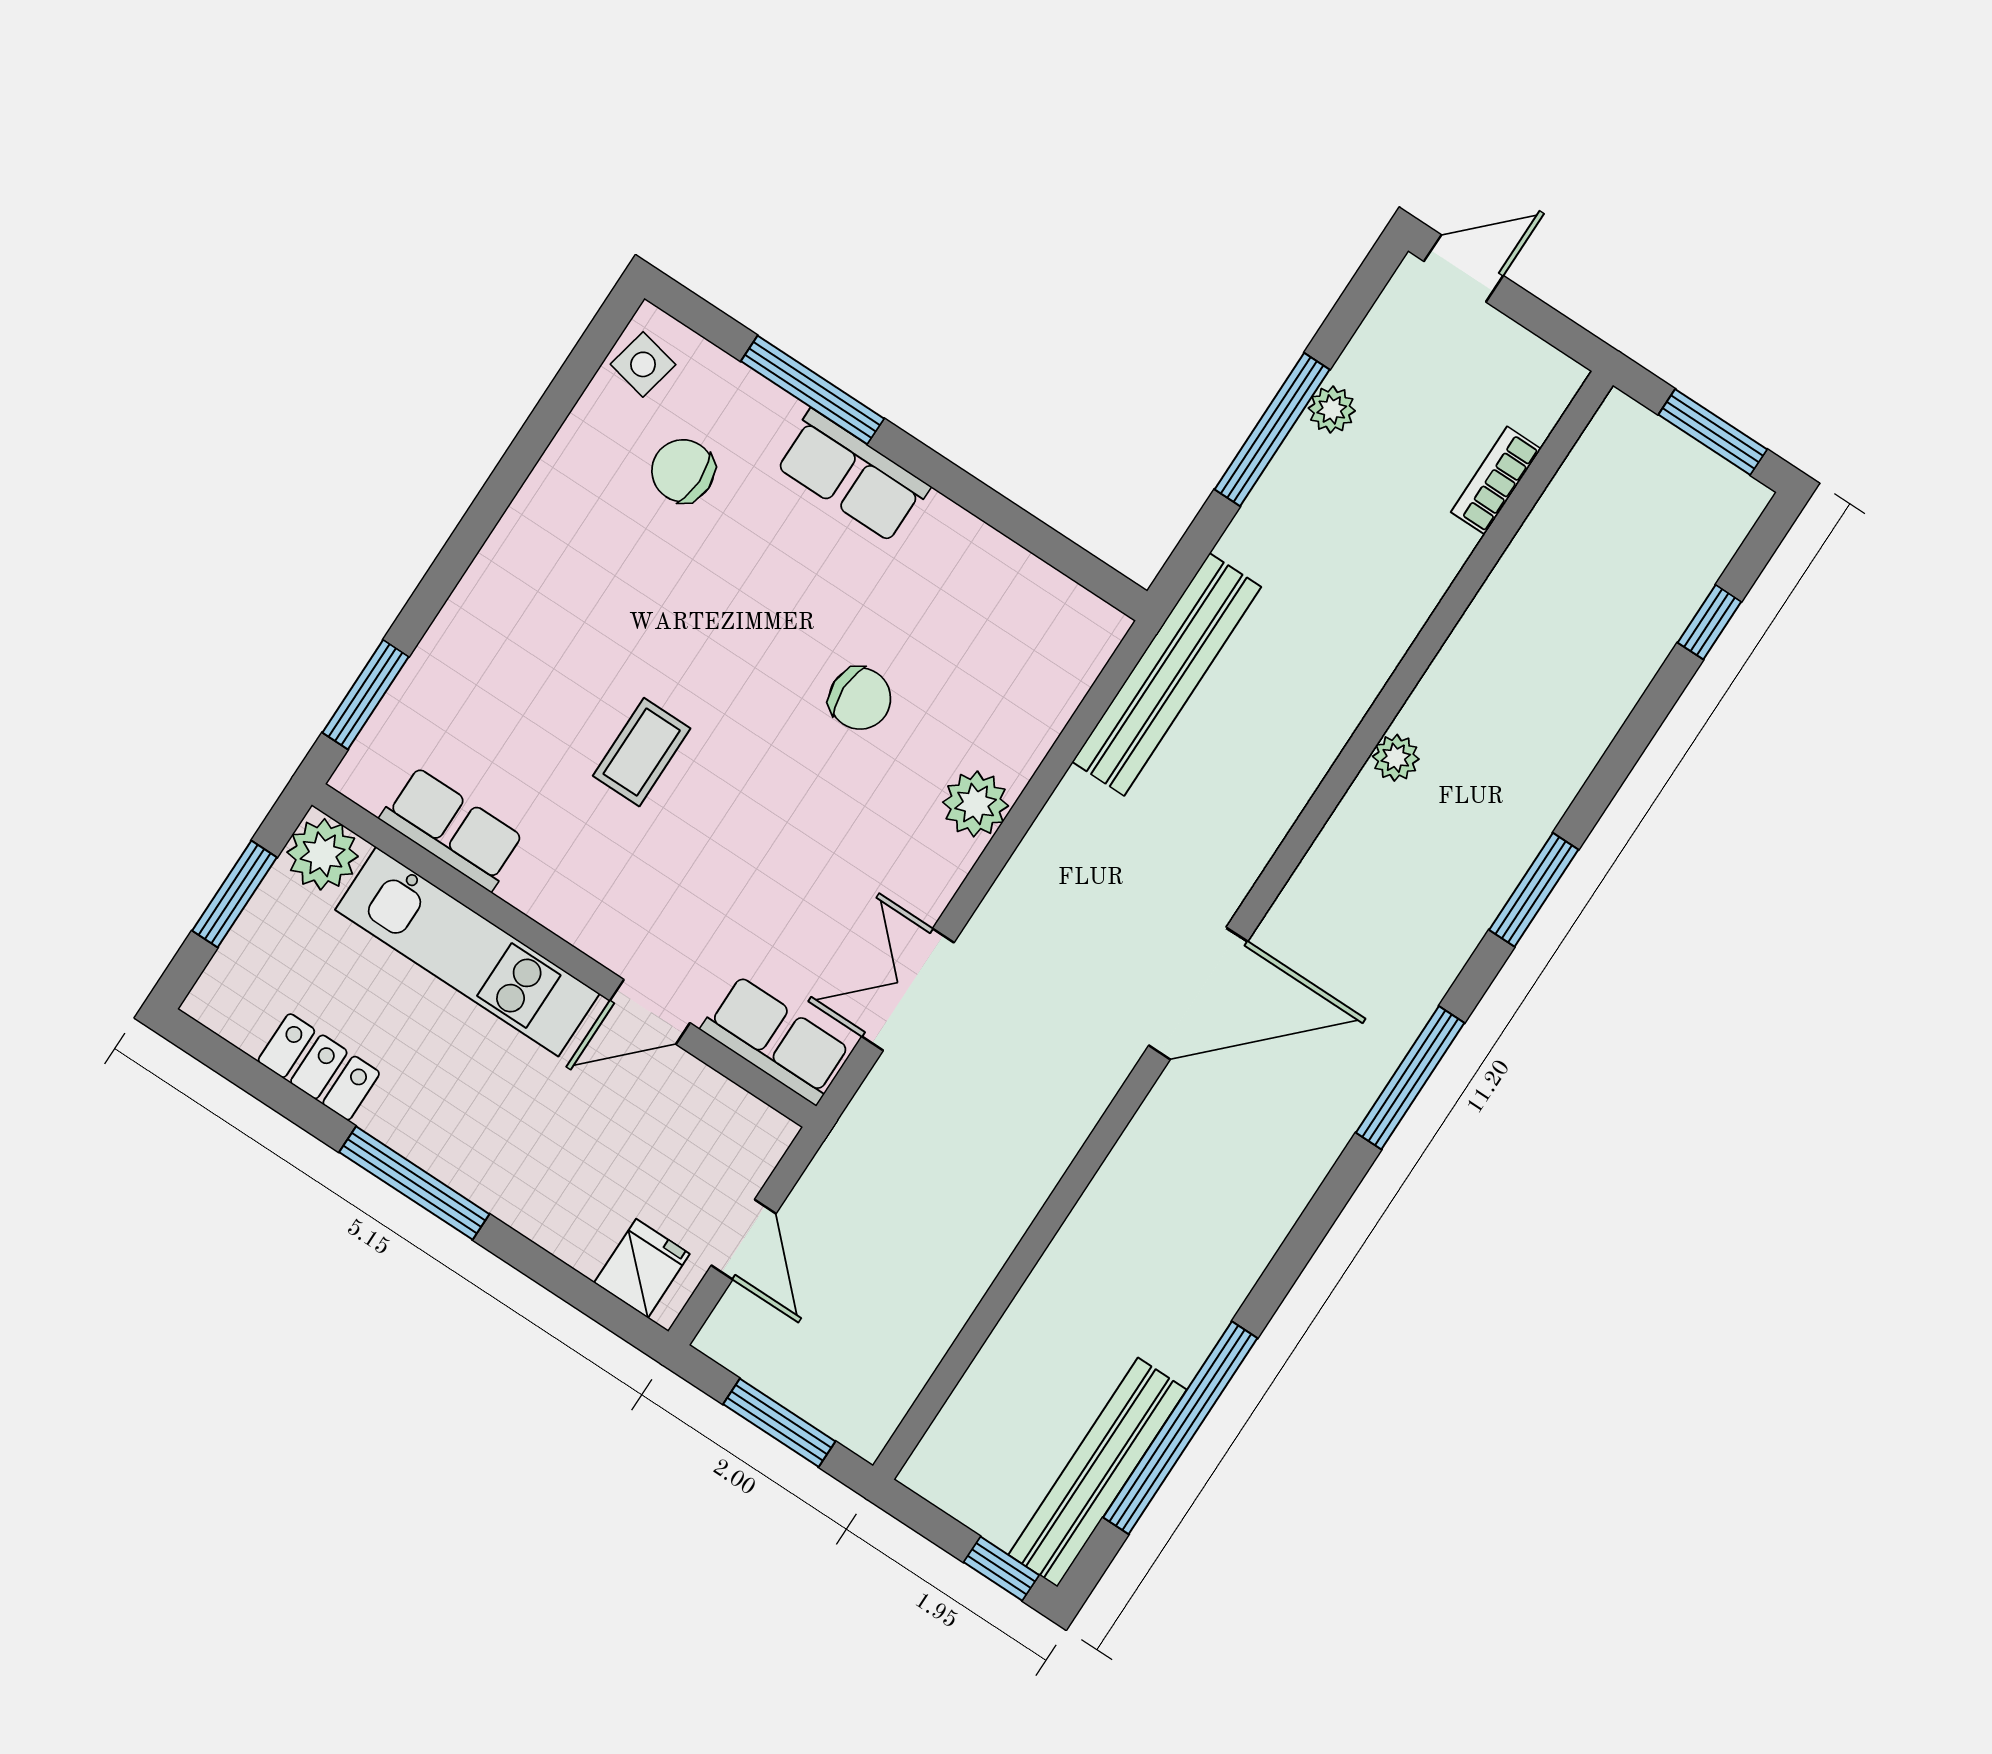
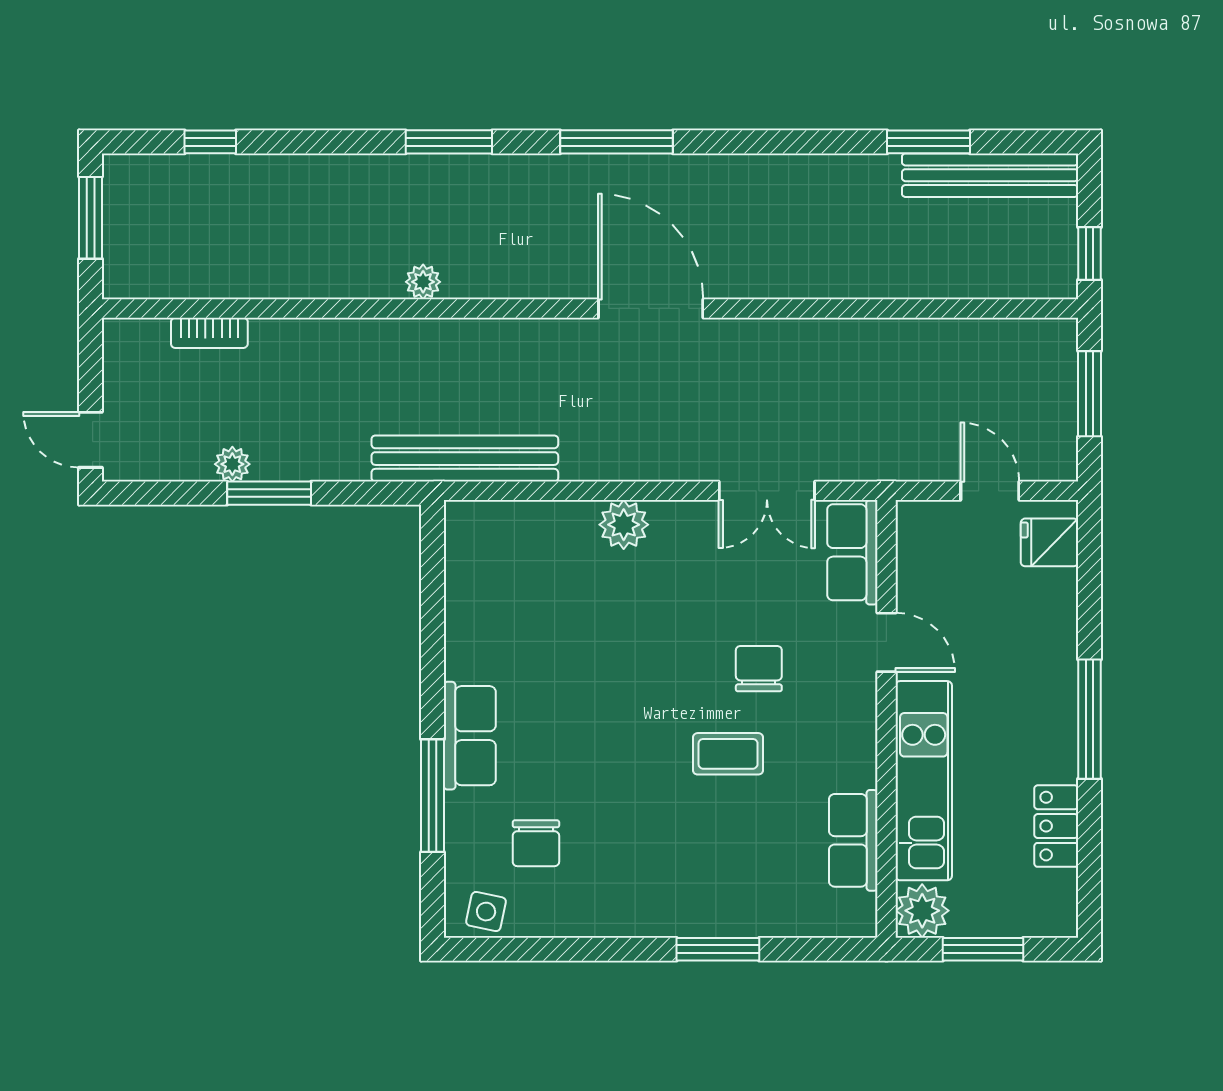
window: (1272, 429) -> (269, 493), width x0.69
window: (366, 695) -> (718, 949), moved
chair: (860, 699) -> (759, 669), moved
door: (744, 1239) -> (990, 491), hinge flipped
window: (1180, 1428) -> (929, 142), width x0.47
window: (1001, 1569) -> (1089, 254), moved

